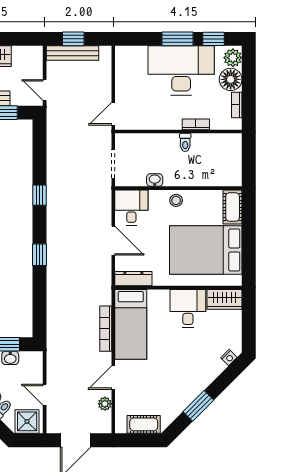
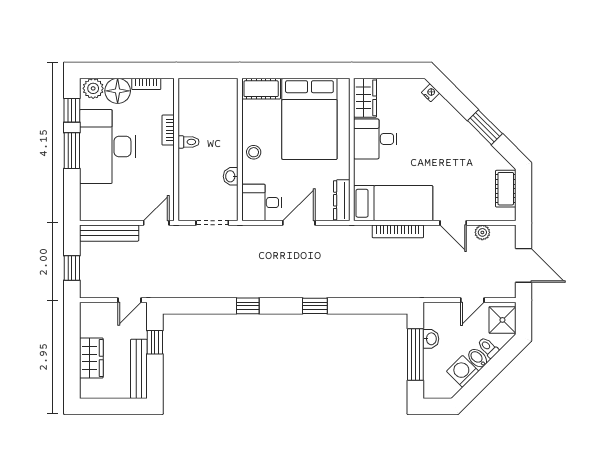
bench: (73, 53) -> (109, 233), moved, turned 90
door: (113, 114) -> (156, 223), swing flipped

